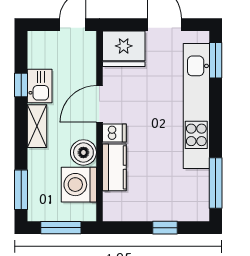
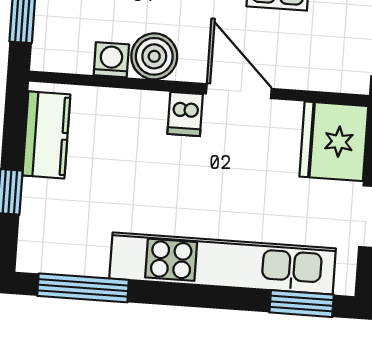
kitchen counter: (114, 167) -> (46, 135), moved, turned -90
washing machine: (79, 185) -> (111, 60), width x0.53, depth x0.53

